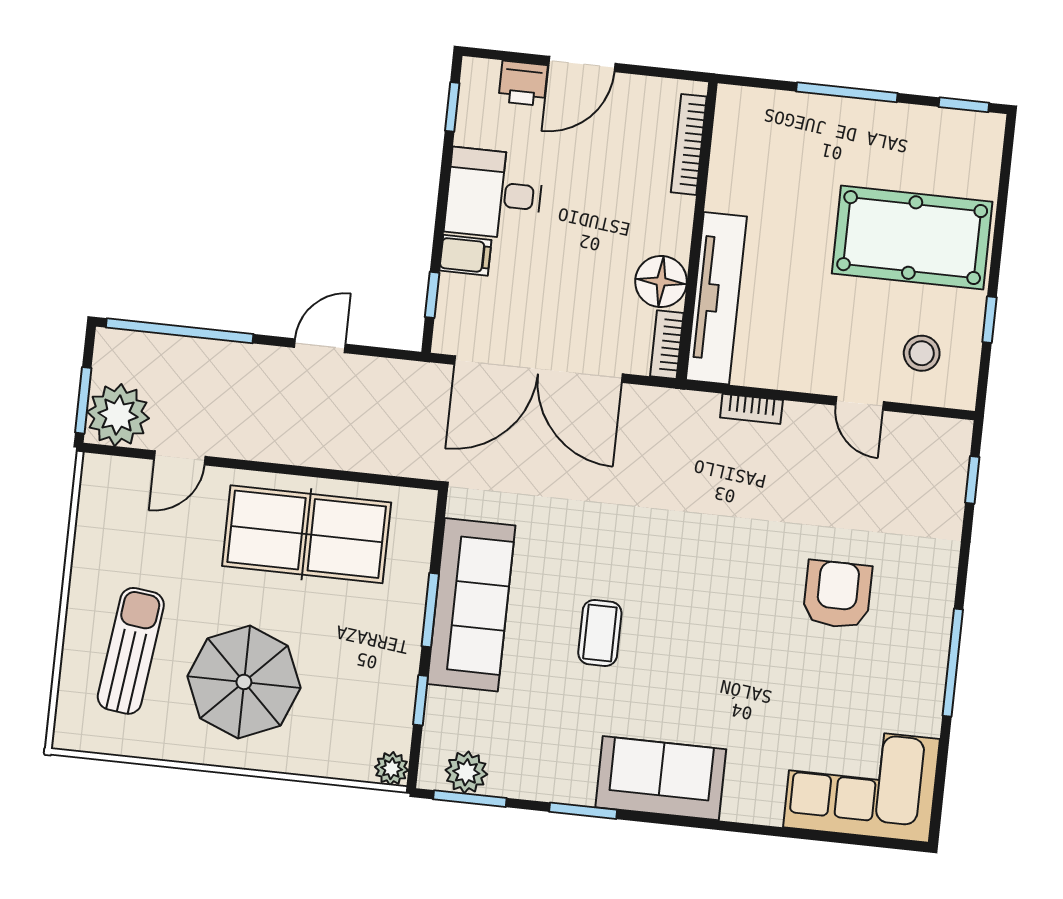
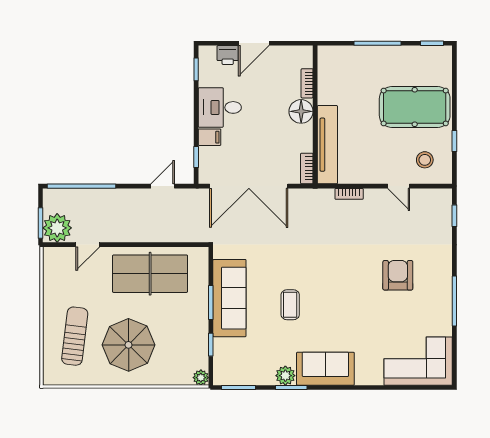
bookcase: (689, 144) -> (307, 83), width x0.64
floor lamp: (661, 282) -> (301, 111), moved
door: (320, 346) -> (163, 186), moved
plant: (466, 772) -> (285, 376), moved

